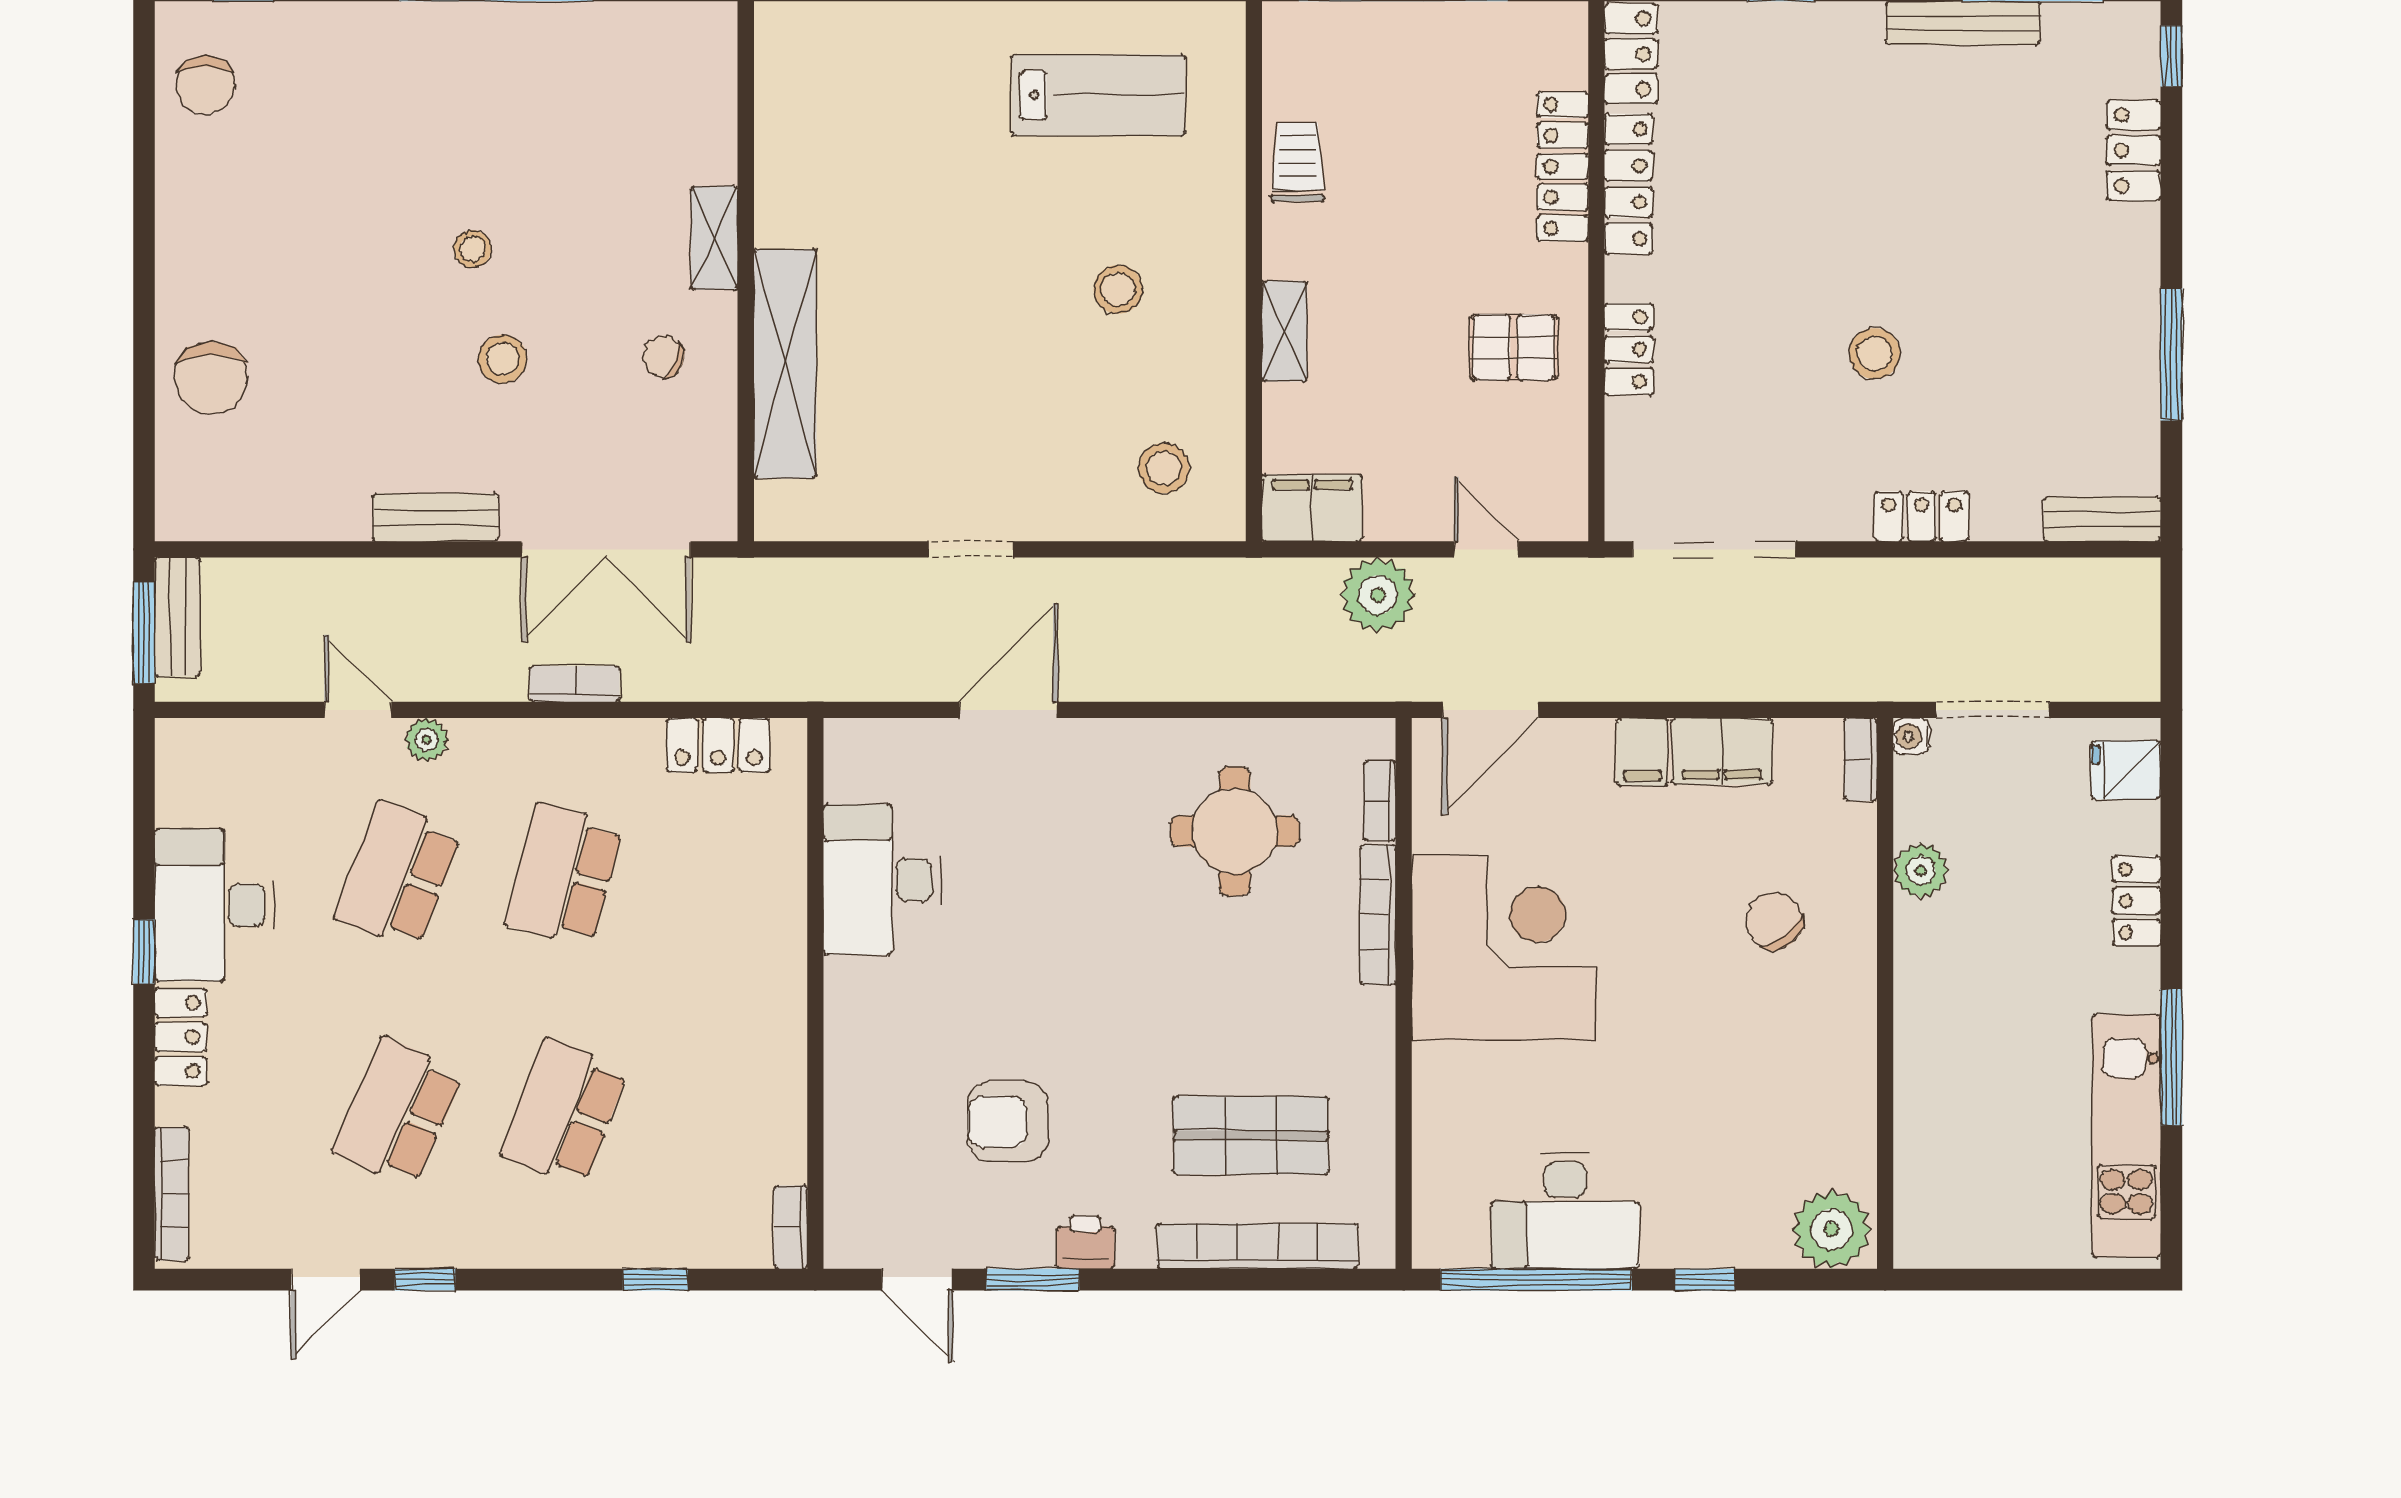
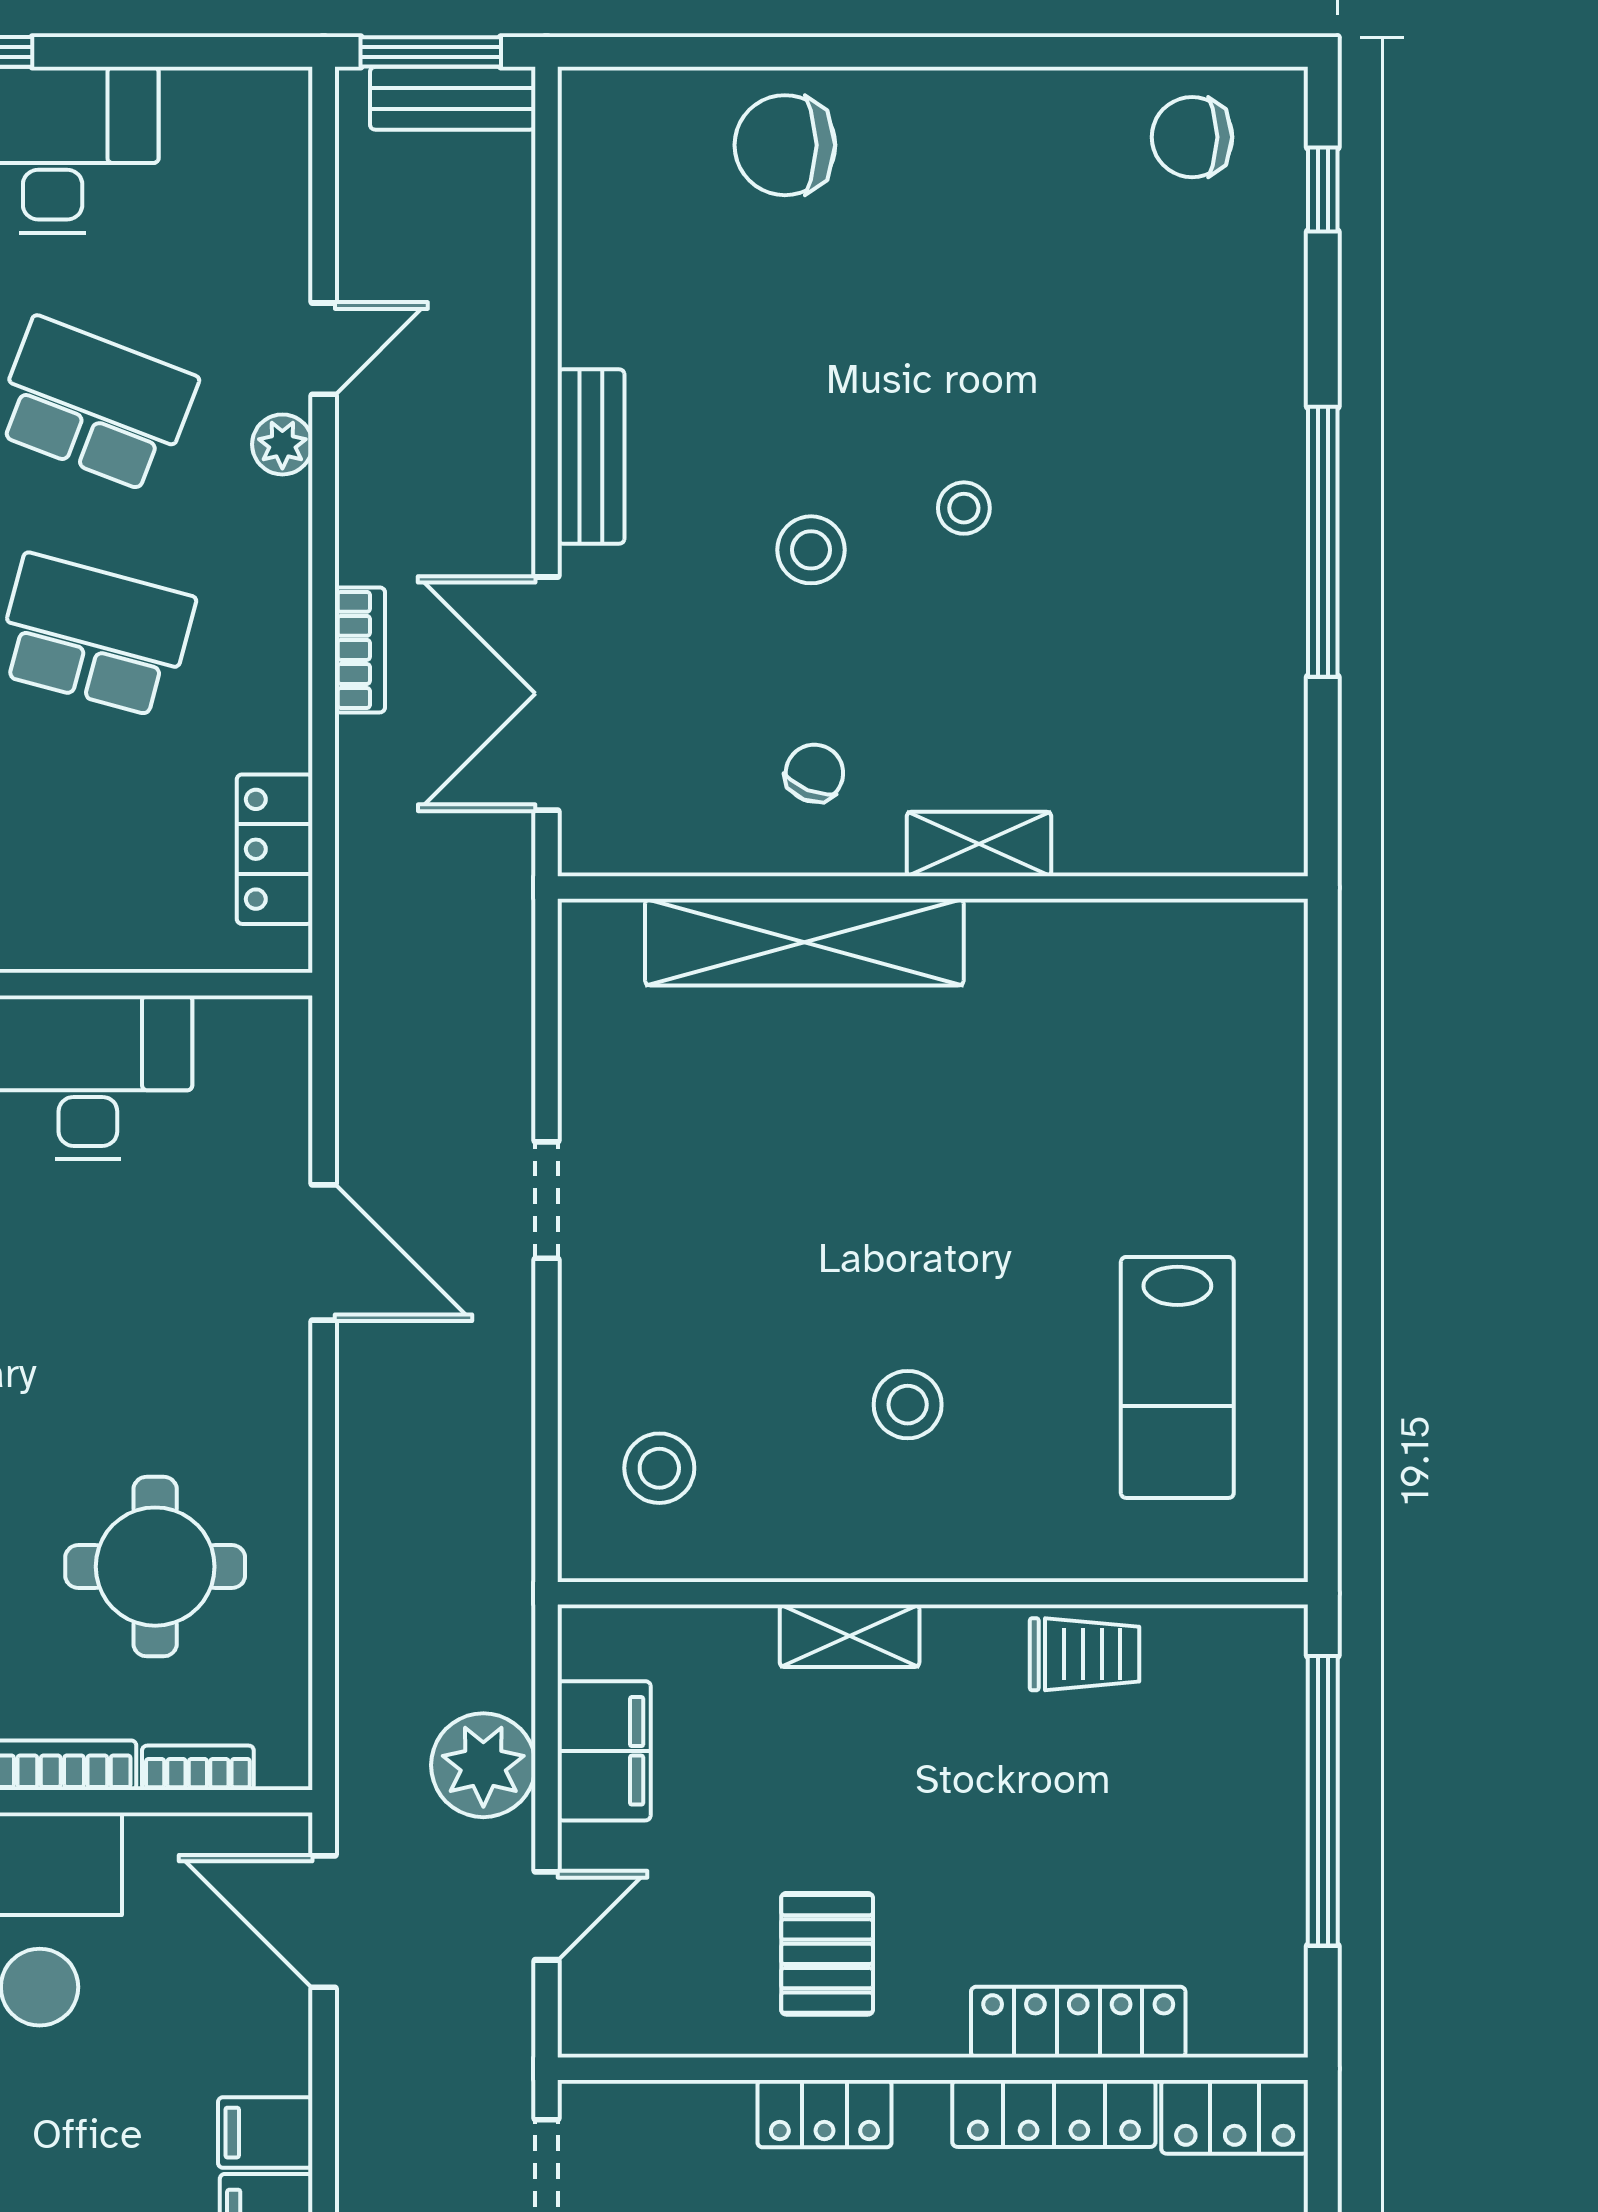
filing cabinet: (1312, 508) -> (604, 1751), moved

